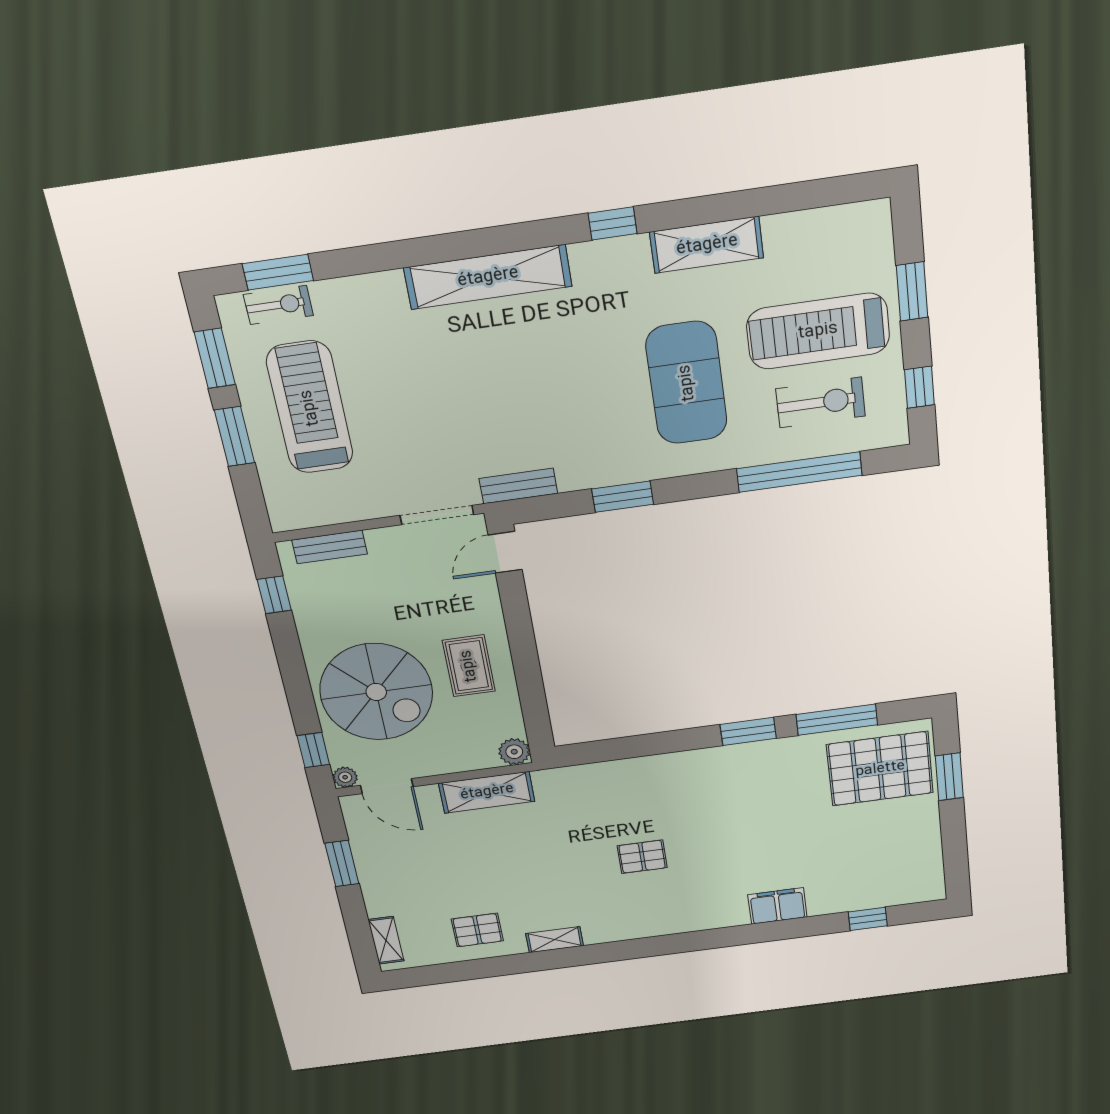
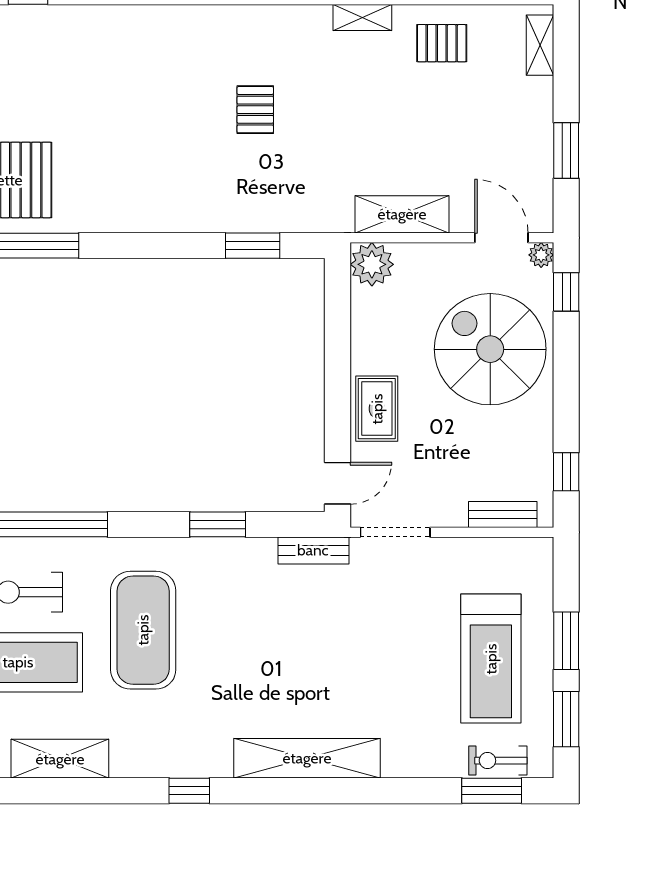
shelving: (707, 245) -> (60, 759), moved
rug: (469, 666) -> (377, 409), moved
window: (748, 731) -> (253, 246), moved
plant: (514, 752) -> (372, 264), width x1.36, depth x1.36
pallet: (642, 857) -> (255, 110), turned 90
filing cabinet: (777, 906) -> (122, 24), removed

